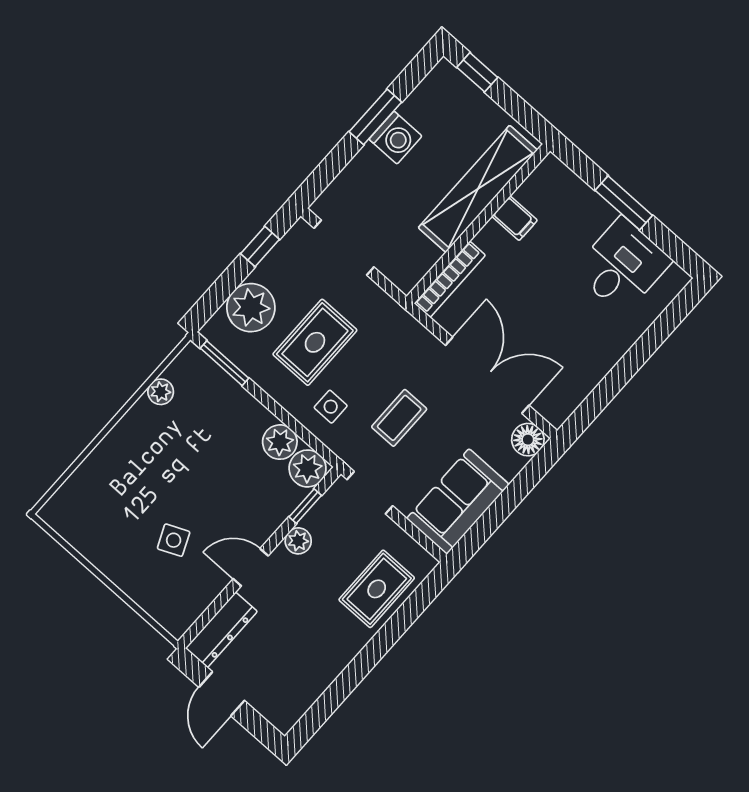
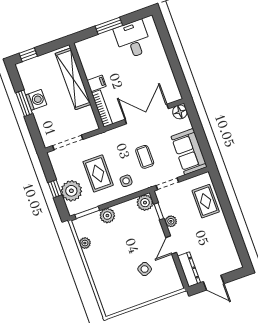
filing cabinet: (515, 218) -> (97, 83), moved
window: (260, 247) -> (55, 189), moved
plant: (280, 442) -> (107, 216), moved

